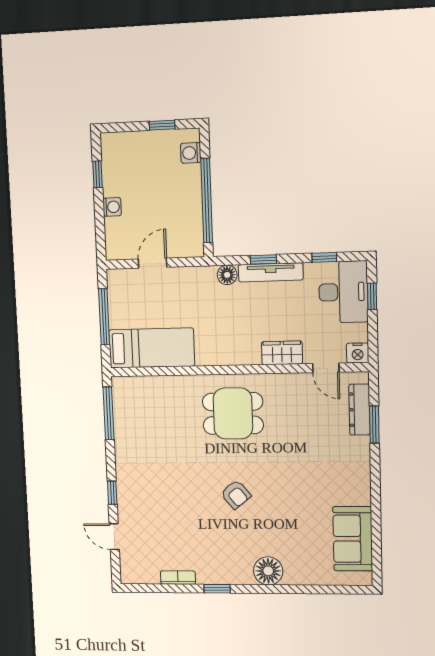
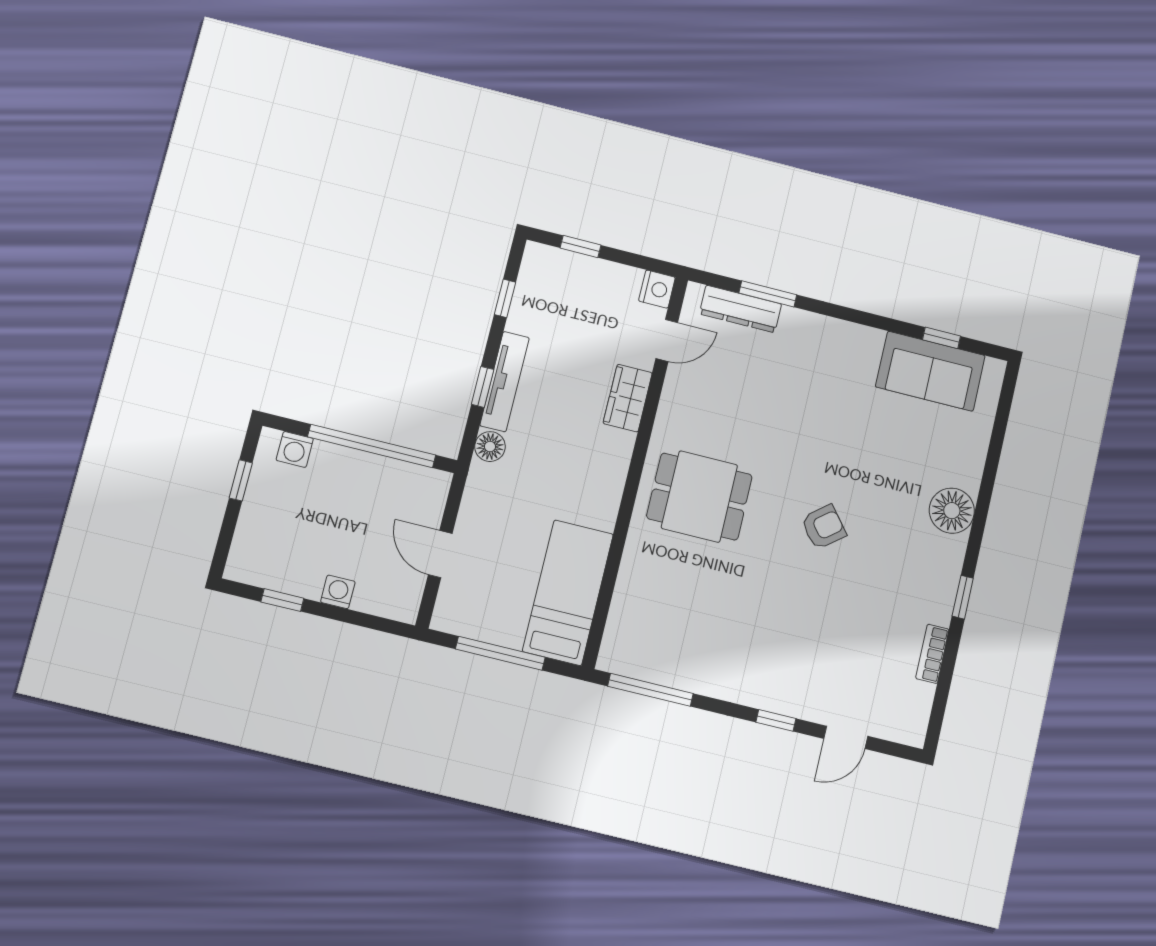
desk: (343, 292) -> (563, 285), removed
dining table: (233, 413) -> (699, 497), turned 90
window: (376, 541) -> (941, 338), added

